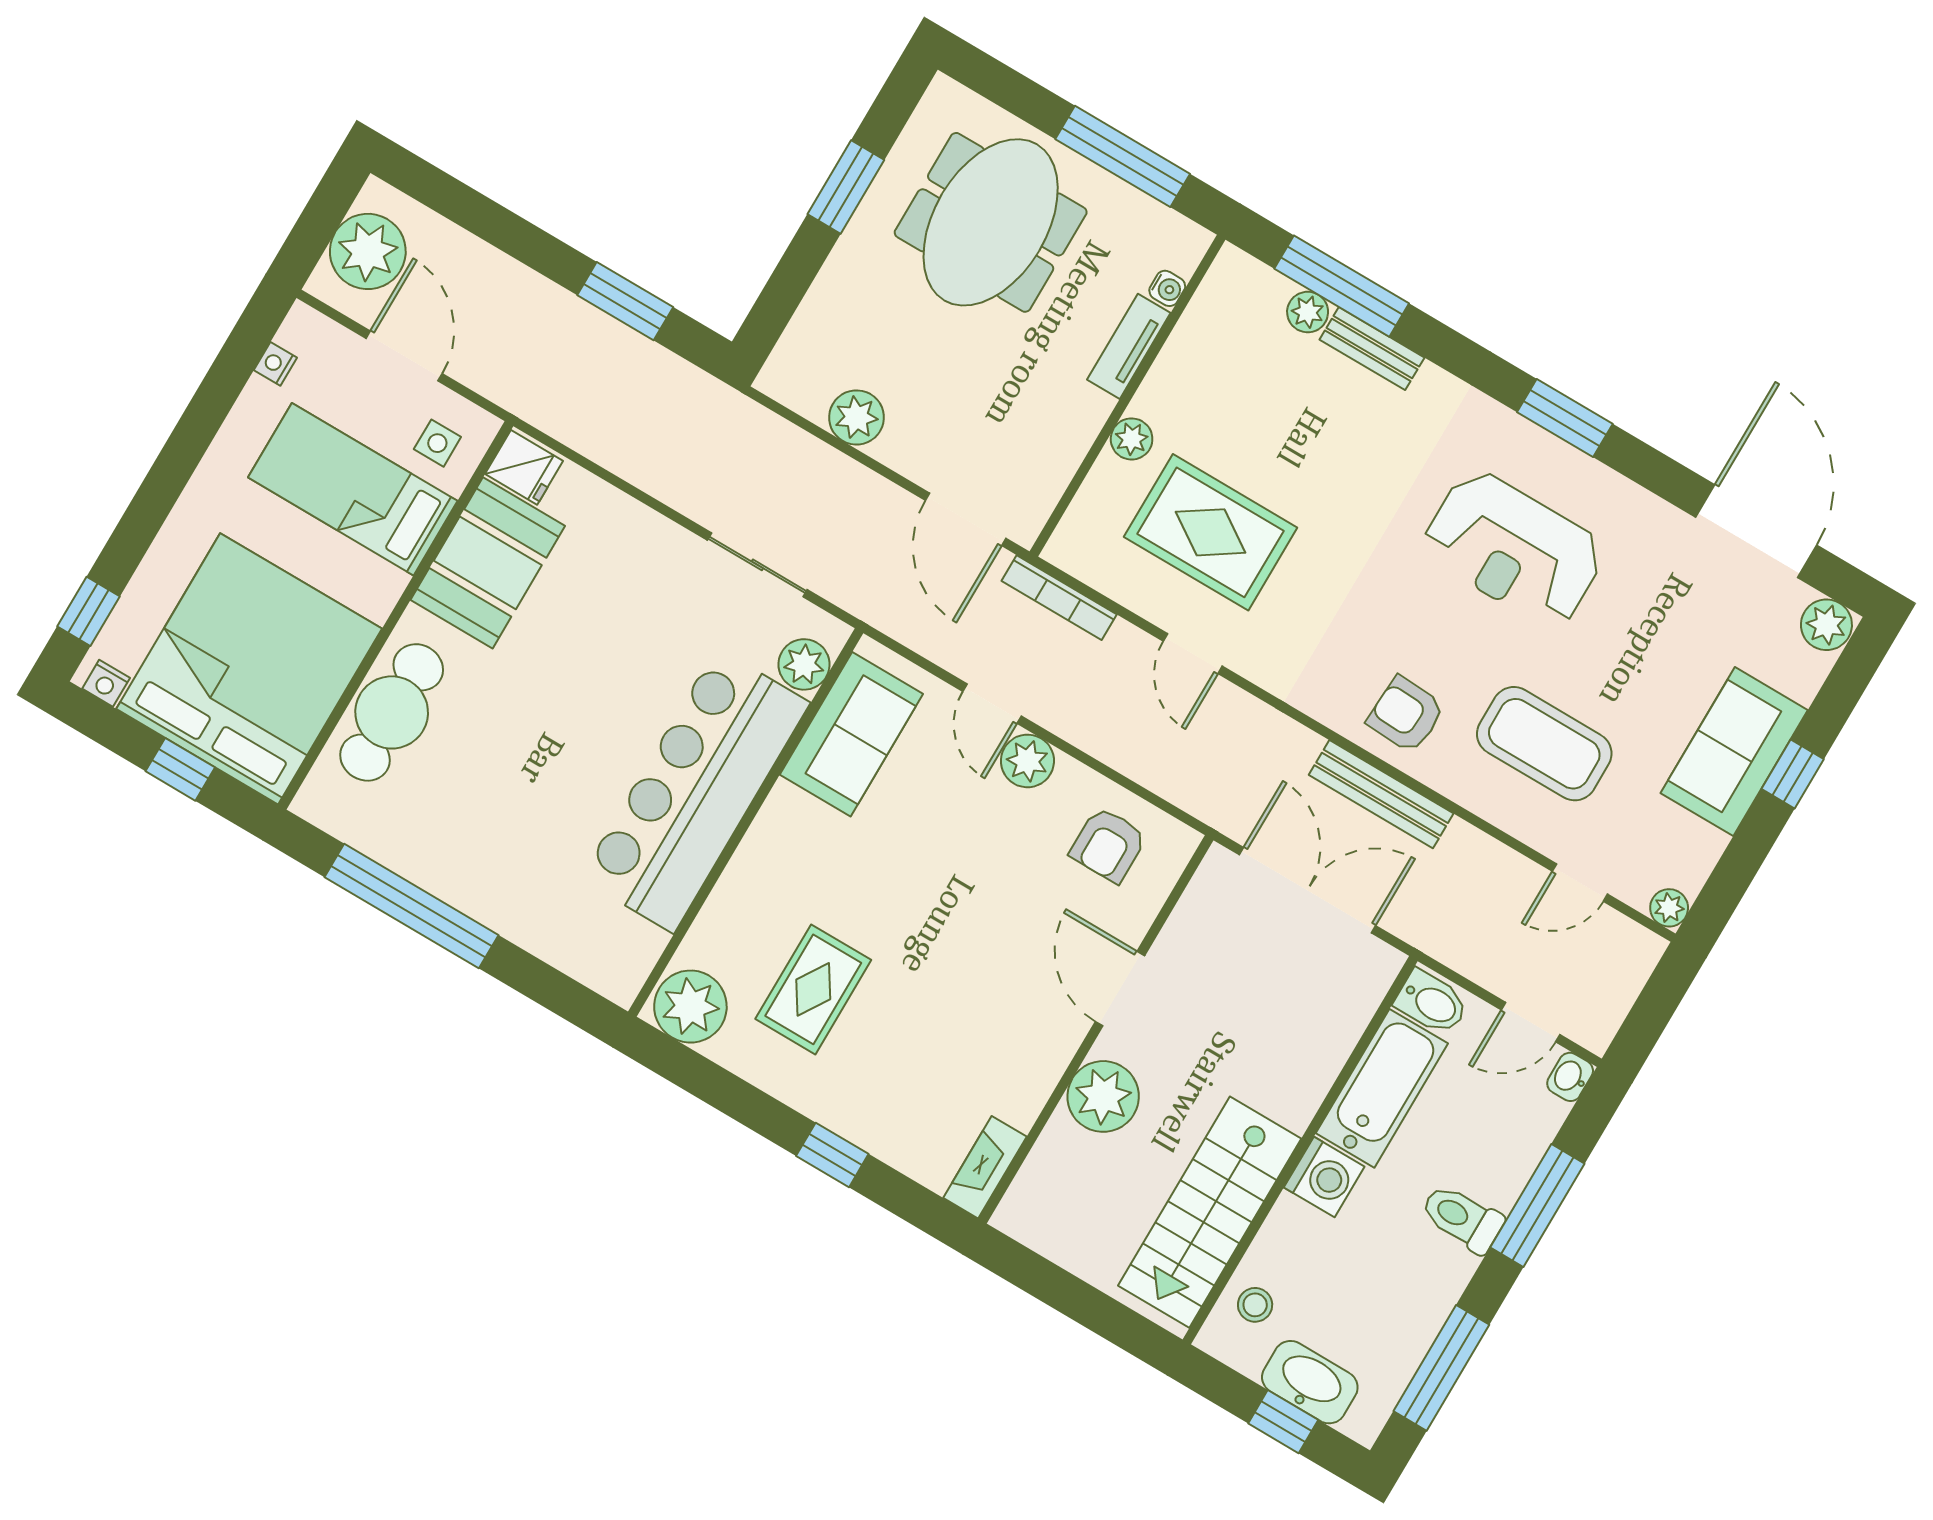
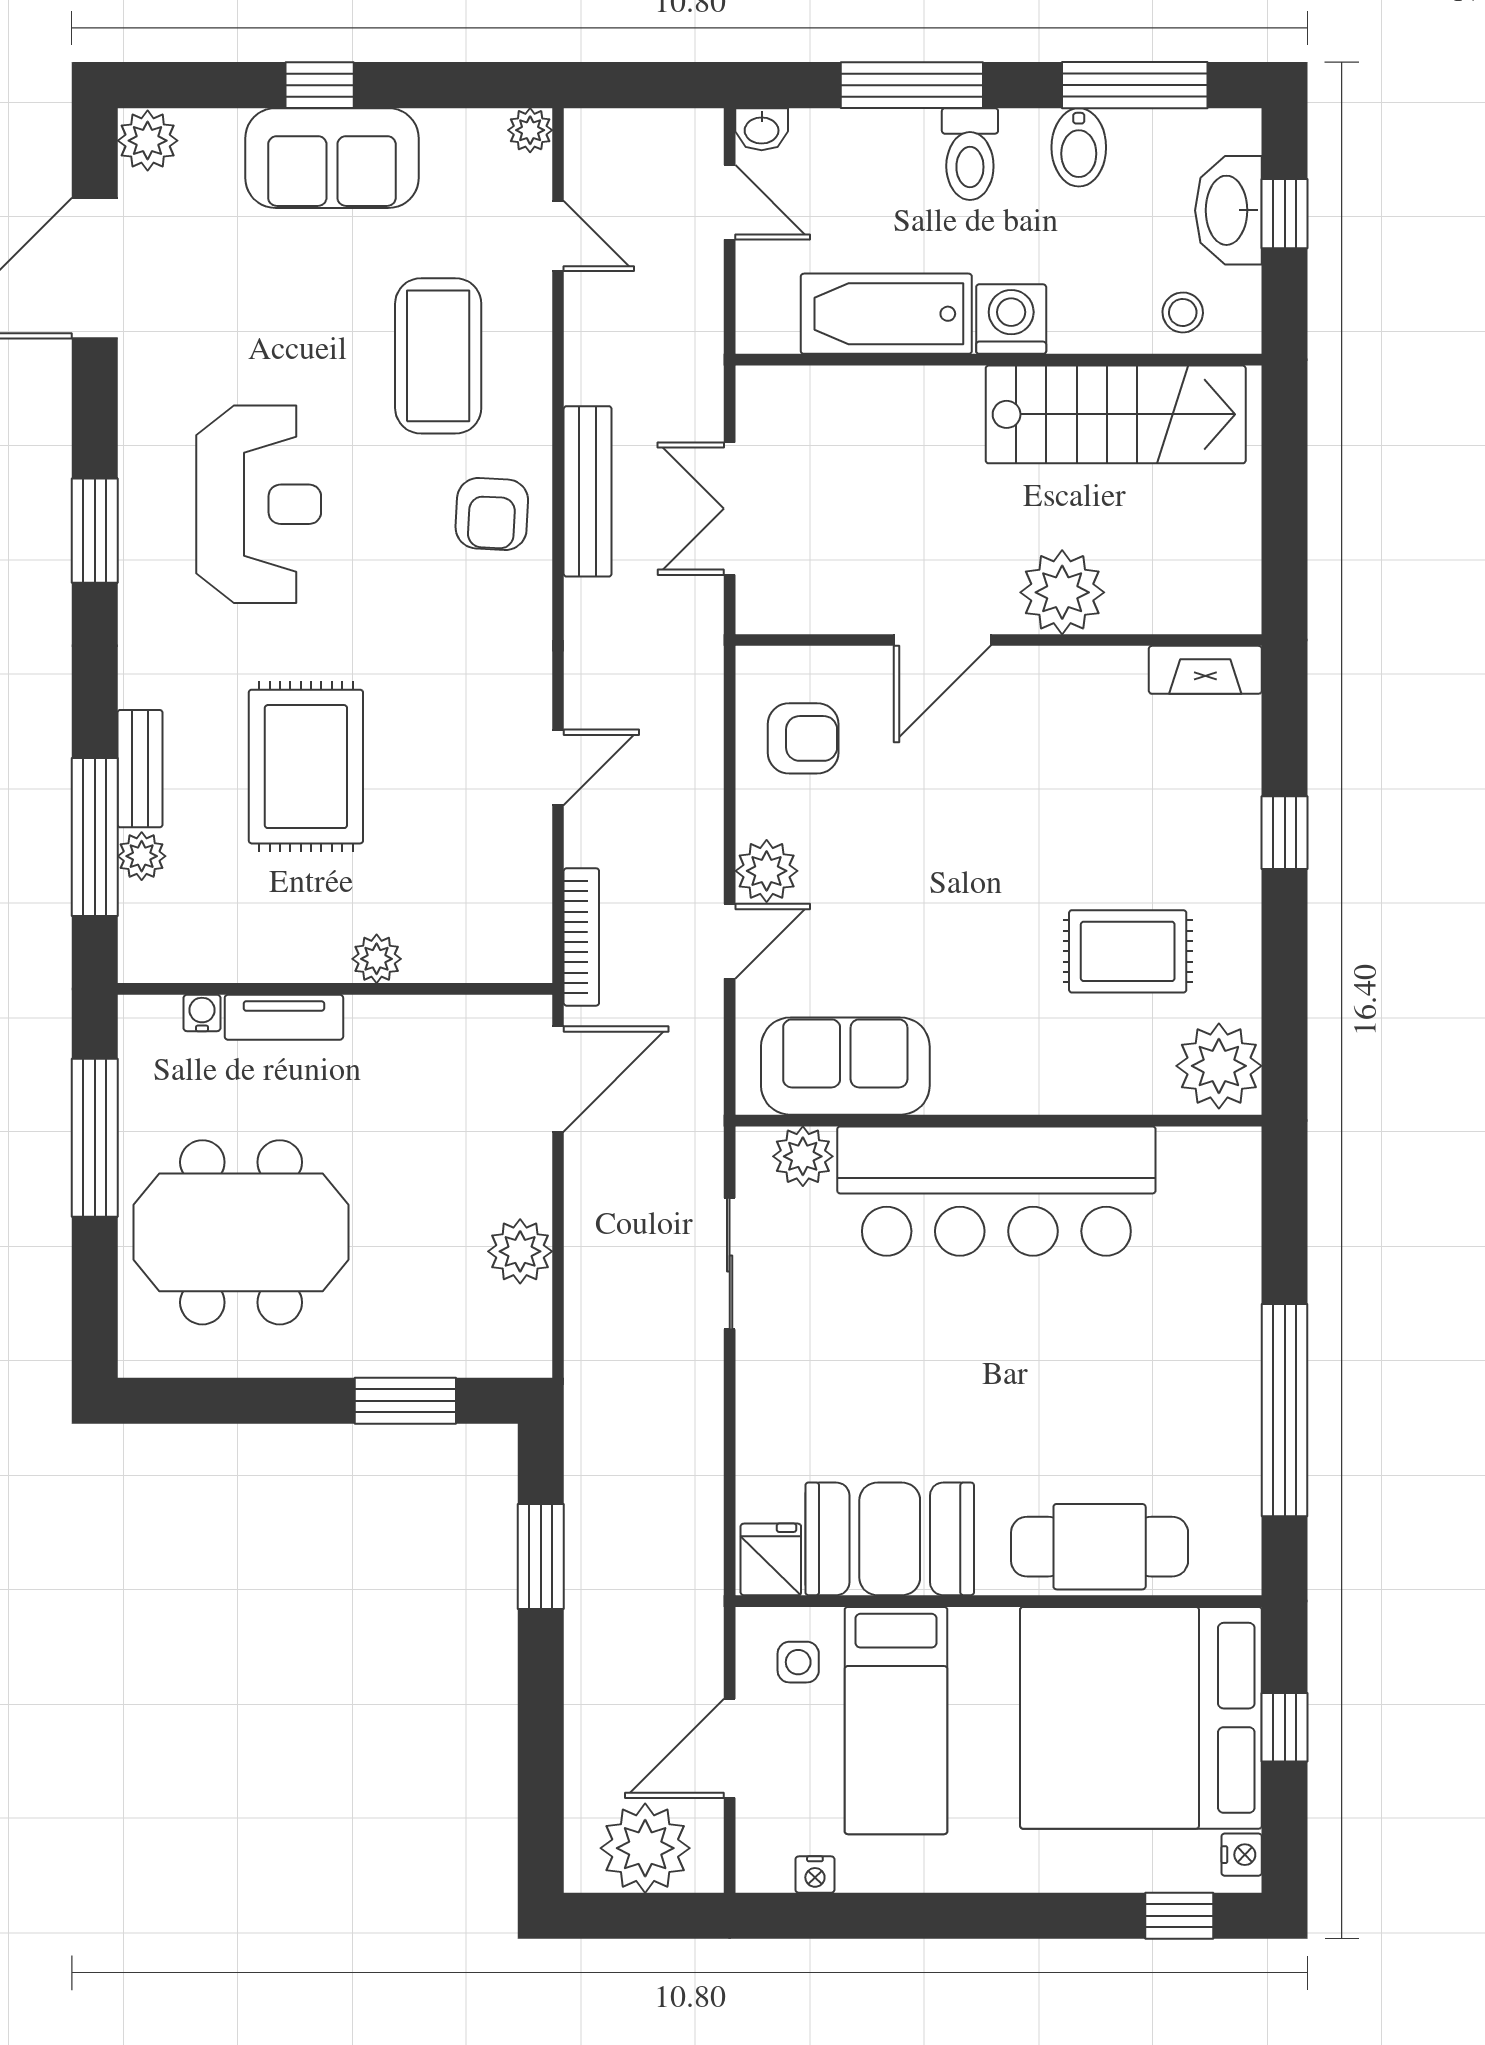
window: (846, 187) -> (405, 1401), moved
rug: (1211, 532) -> (306, 767), moved
double door: (1307, 890) -> (730, 509), width x0.73
bidet: (1432, 1003) -> (1079, 147), moved, turned 180

